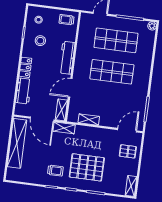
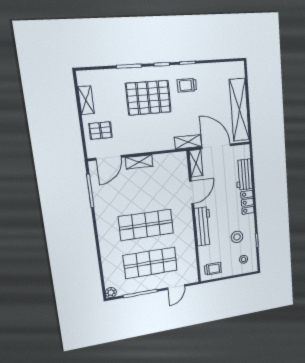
shelving: (89, 120) -> (139, 162), moved
shelving: (131, 186) -> (86, 100), moved

